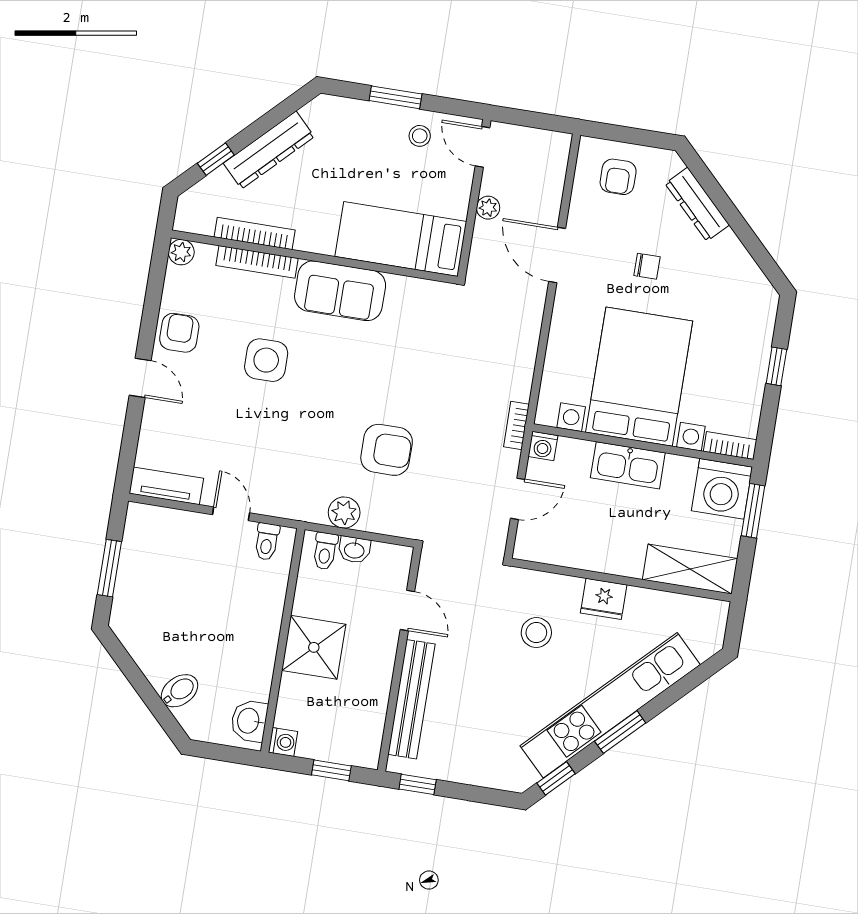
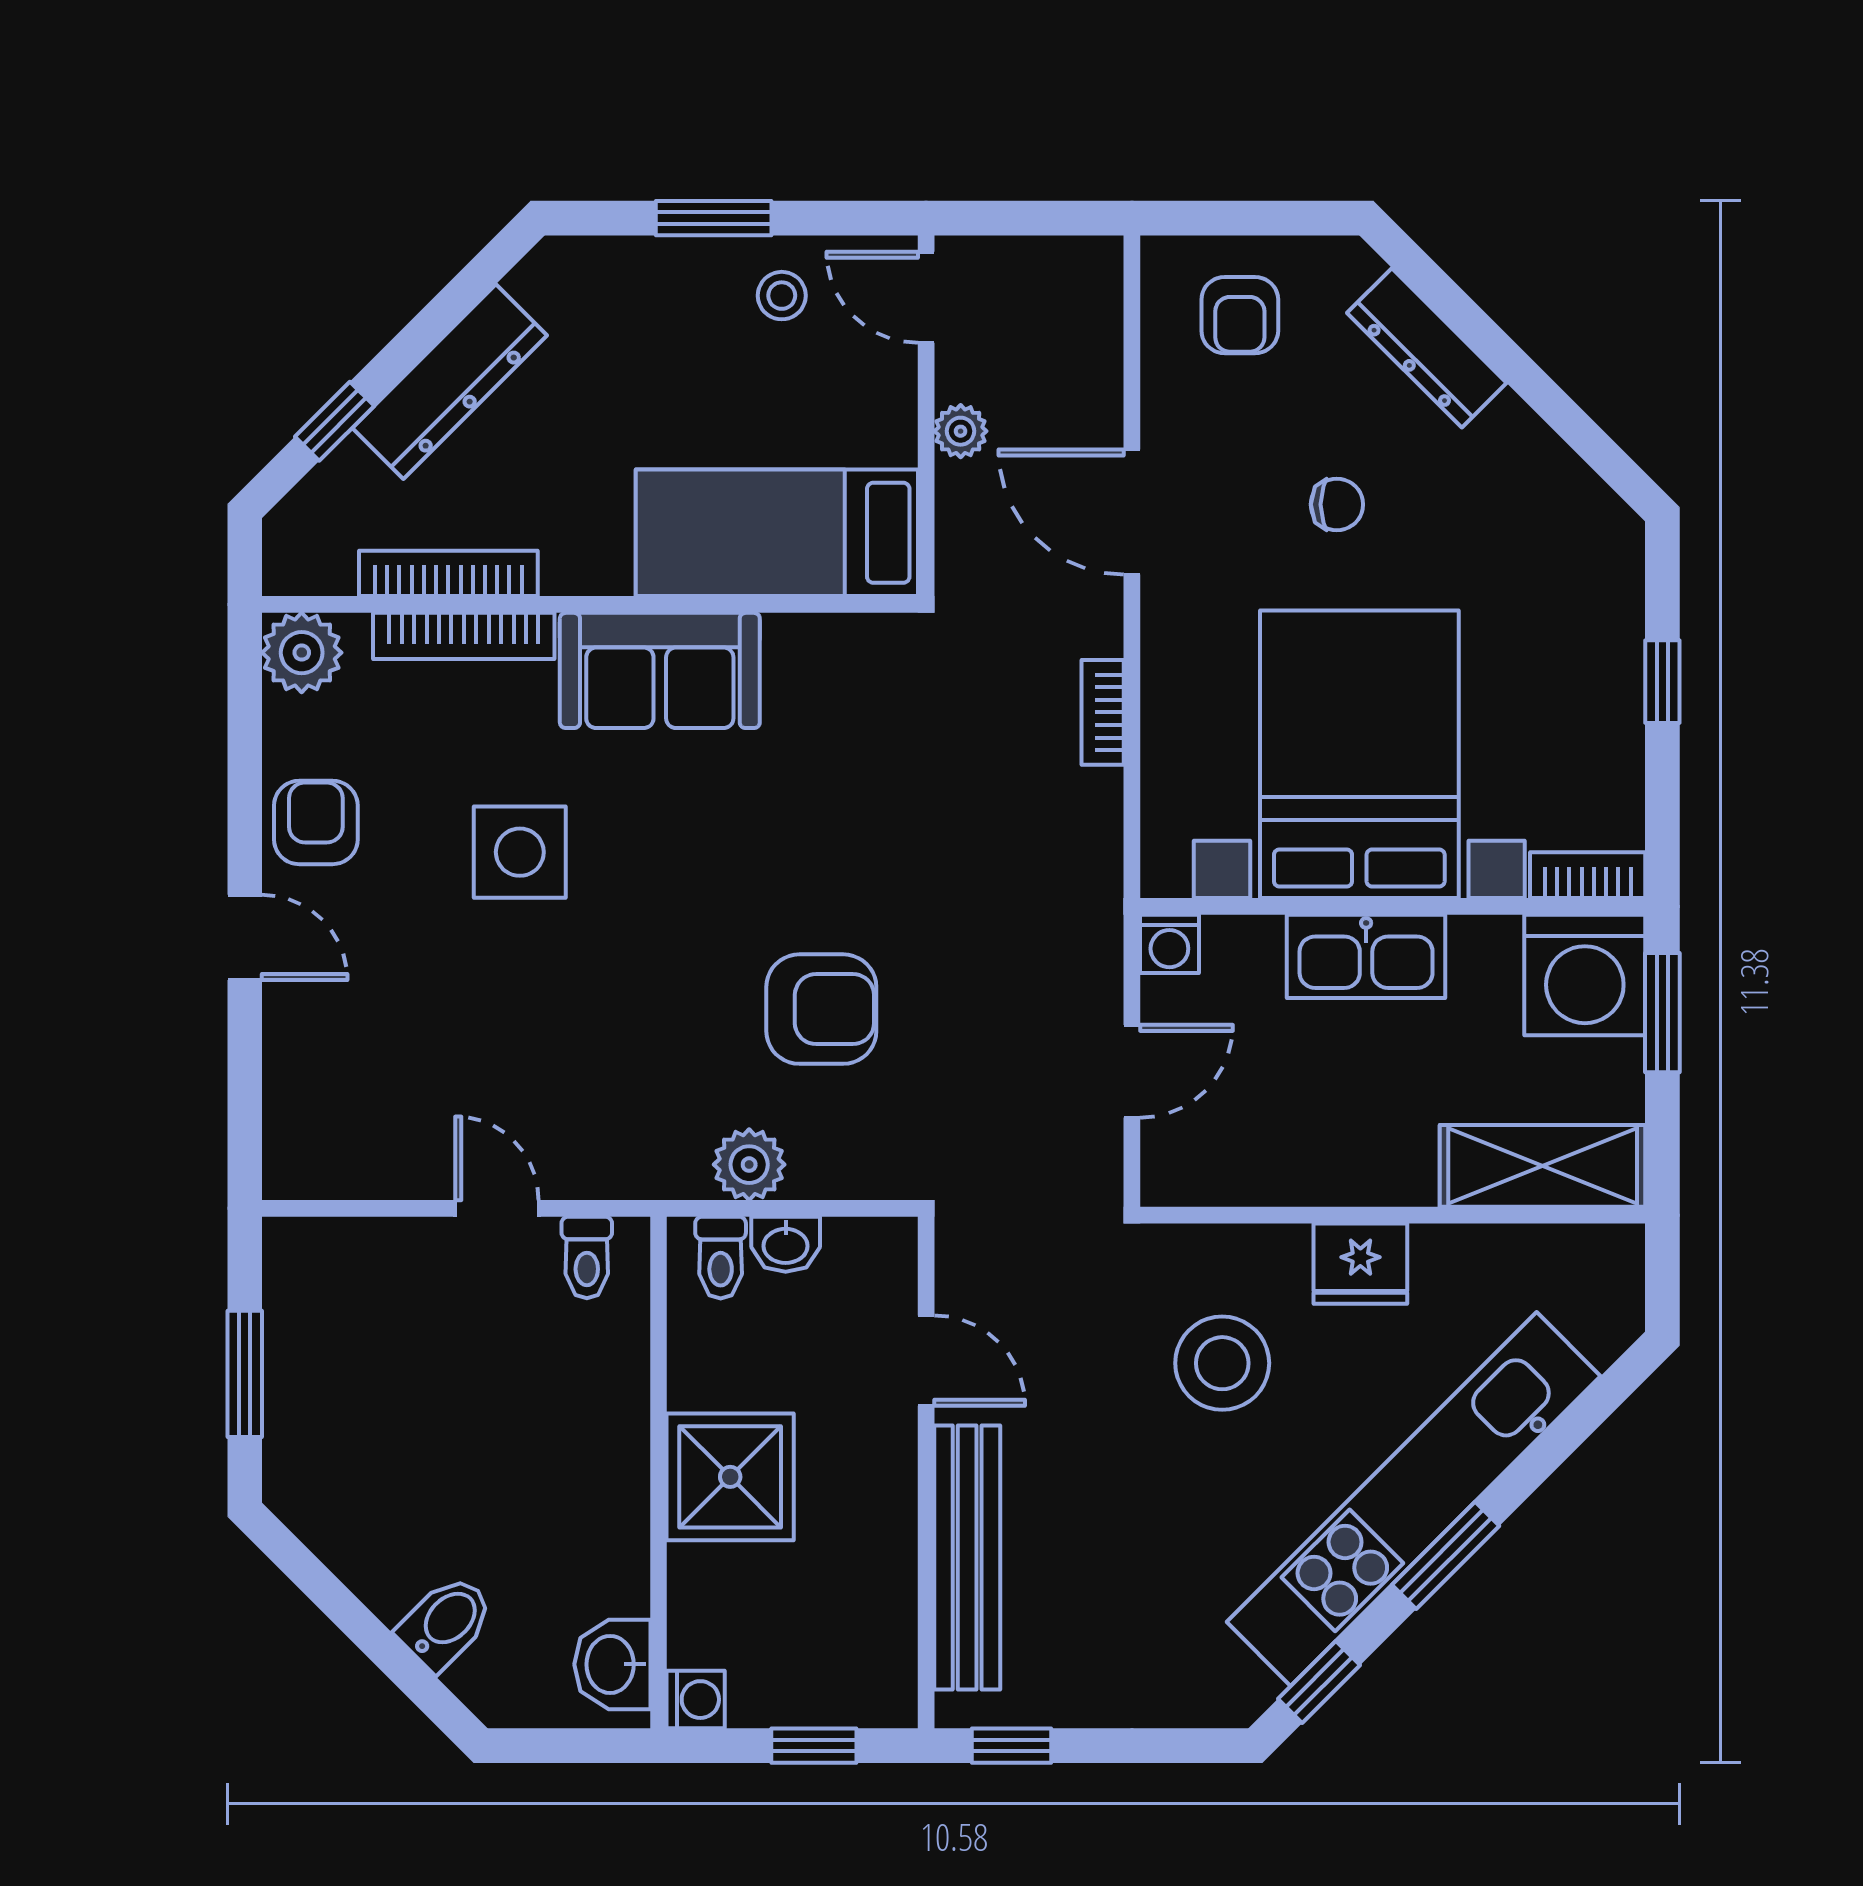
plant: (181, 252) -> (302, 653), width x1.38, depth x1.38
bookcase: (516, 425) -> (1103, 712), moved
tv unit: (166, 486) -> (342, 1169), removed
stool: (536, 633) -> (1222, 1363), width x1.38, depth x1.38

